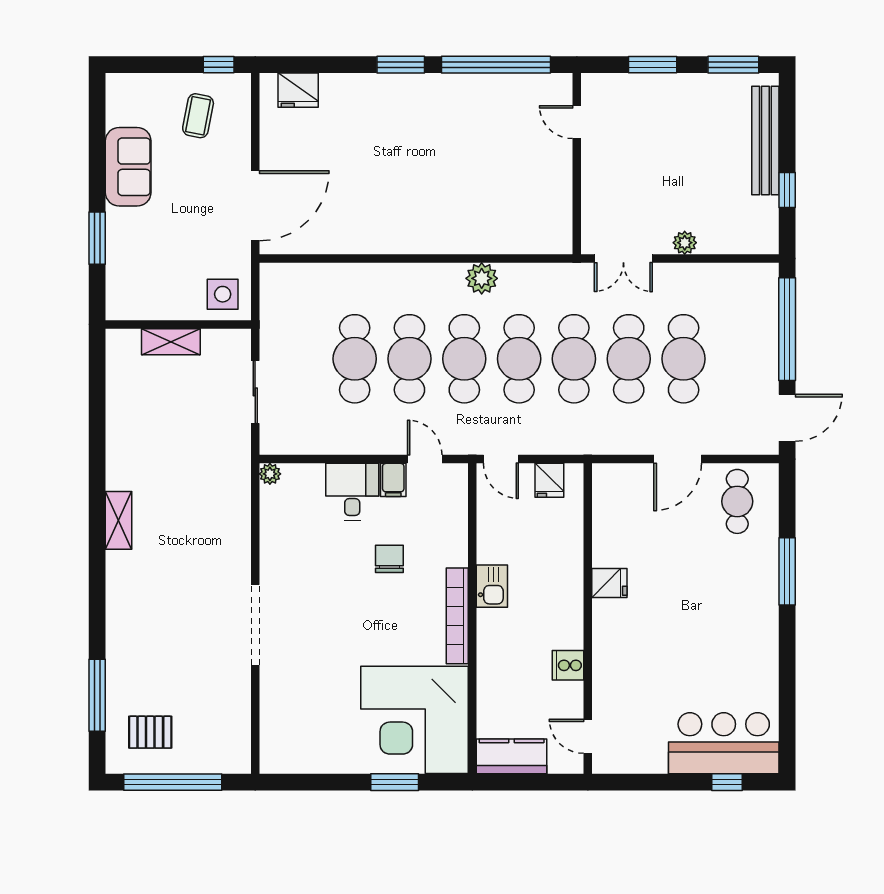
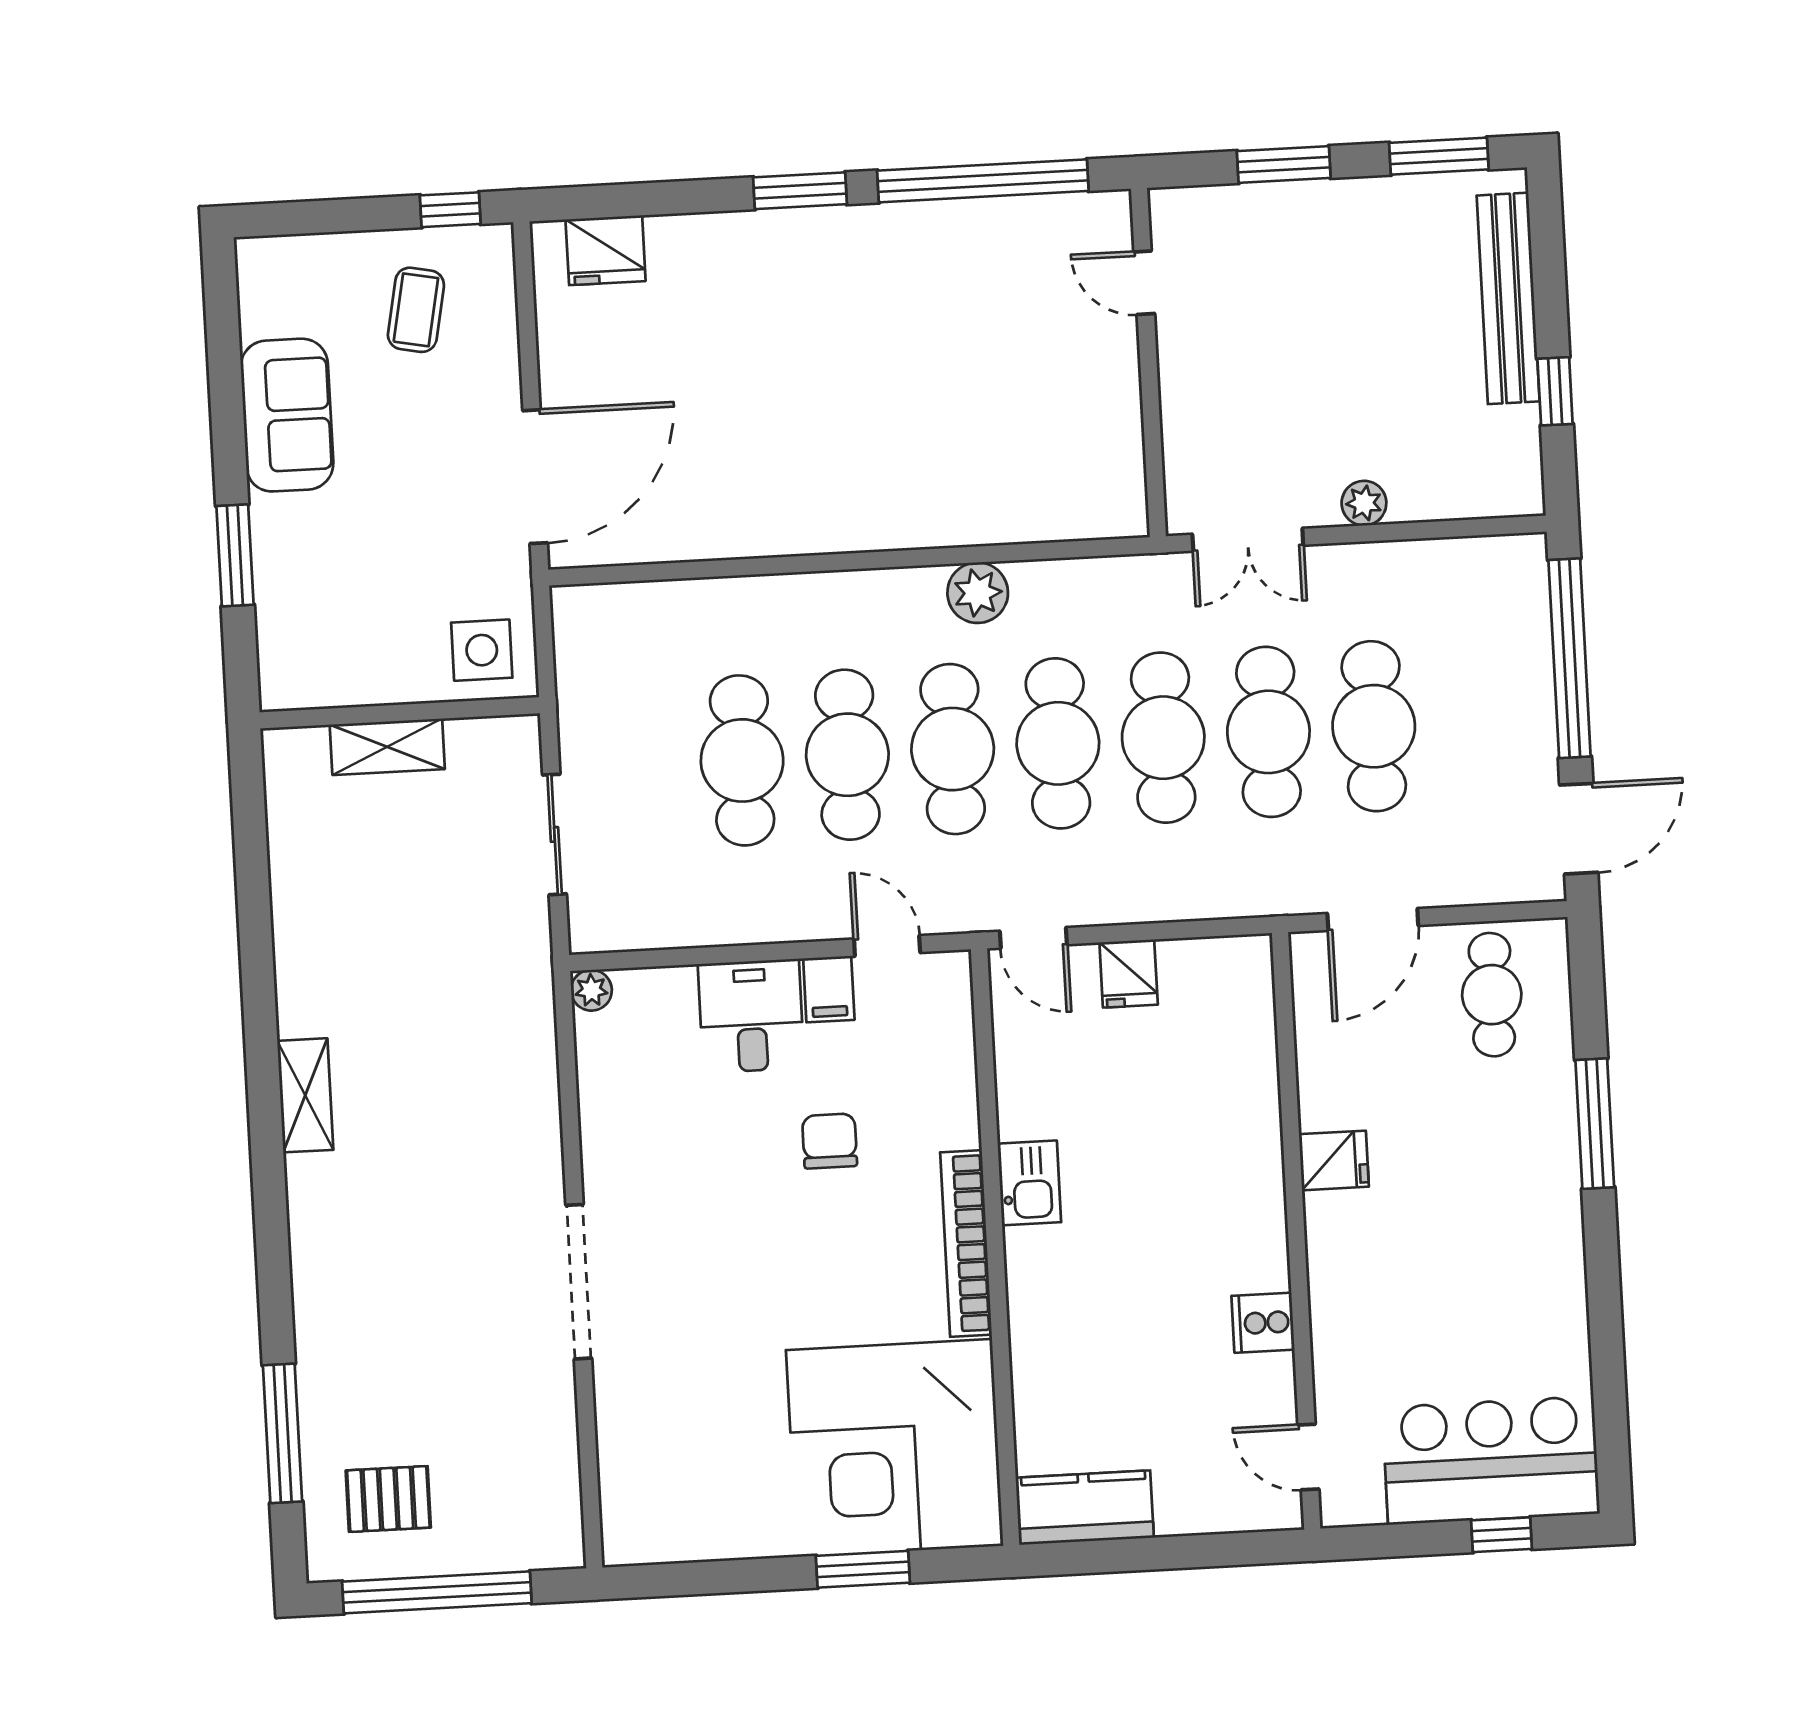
fridge: (609, 583) -> (1334, 1160), moved
wall: (588, 619) -> (1296, 1231), moved
cooker: (568, 665) -> (1263, 1323), moved
door: (588, 736) -> (1308, 1457), moved

